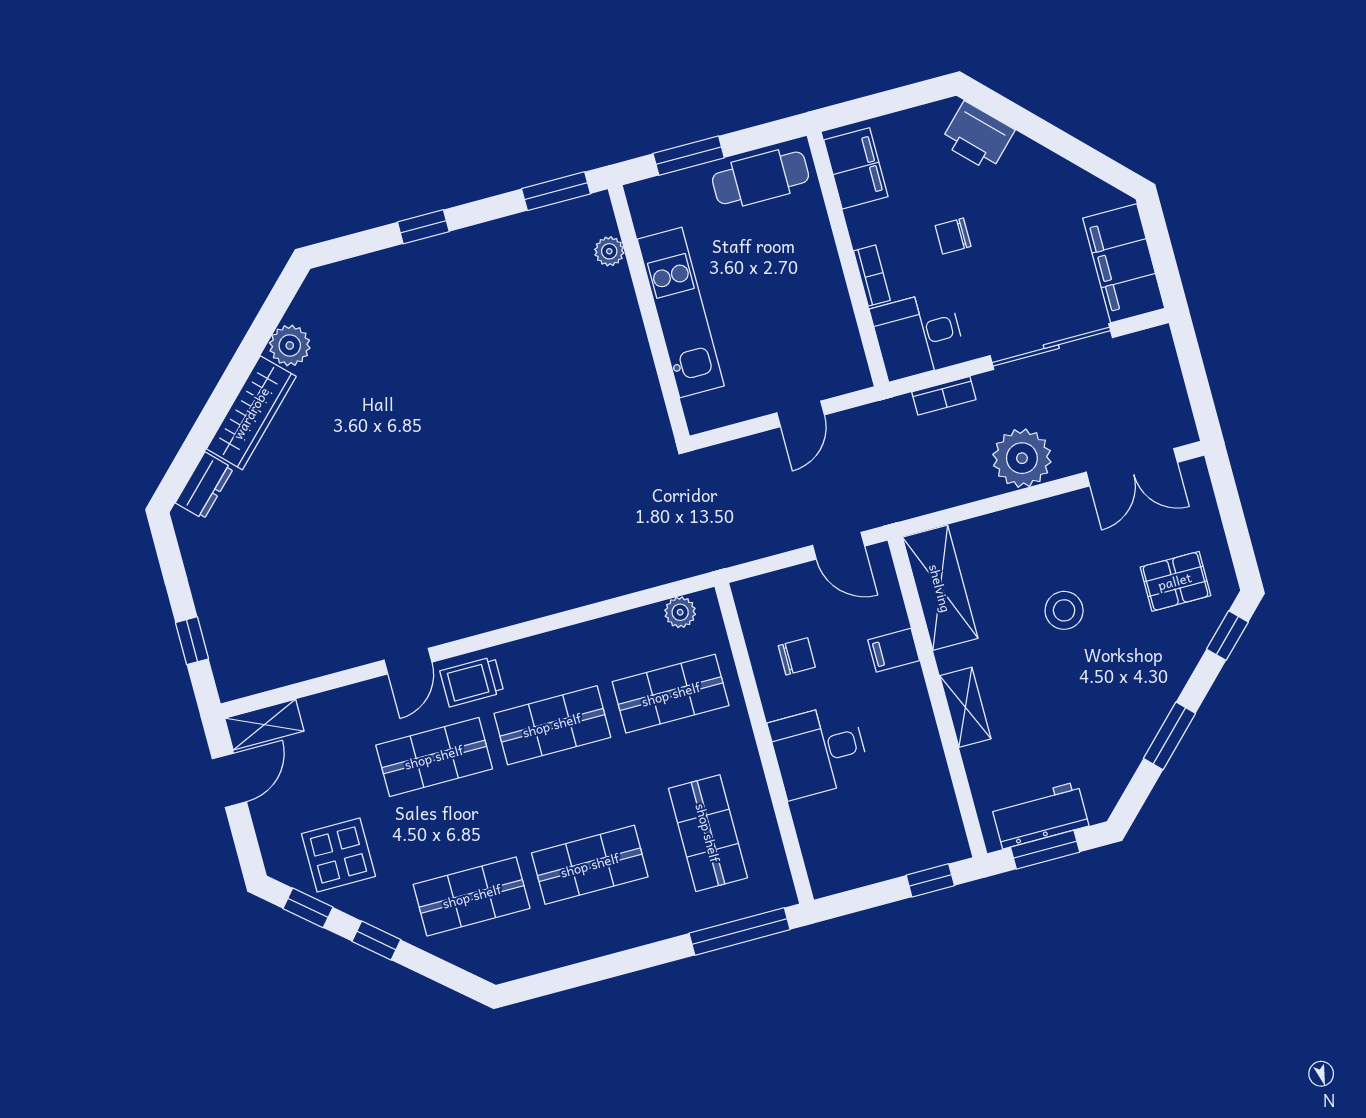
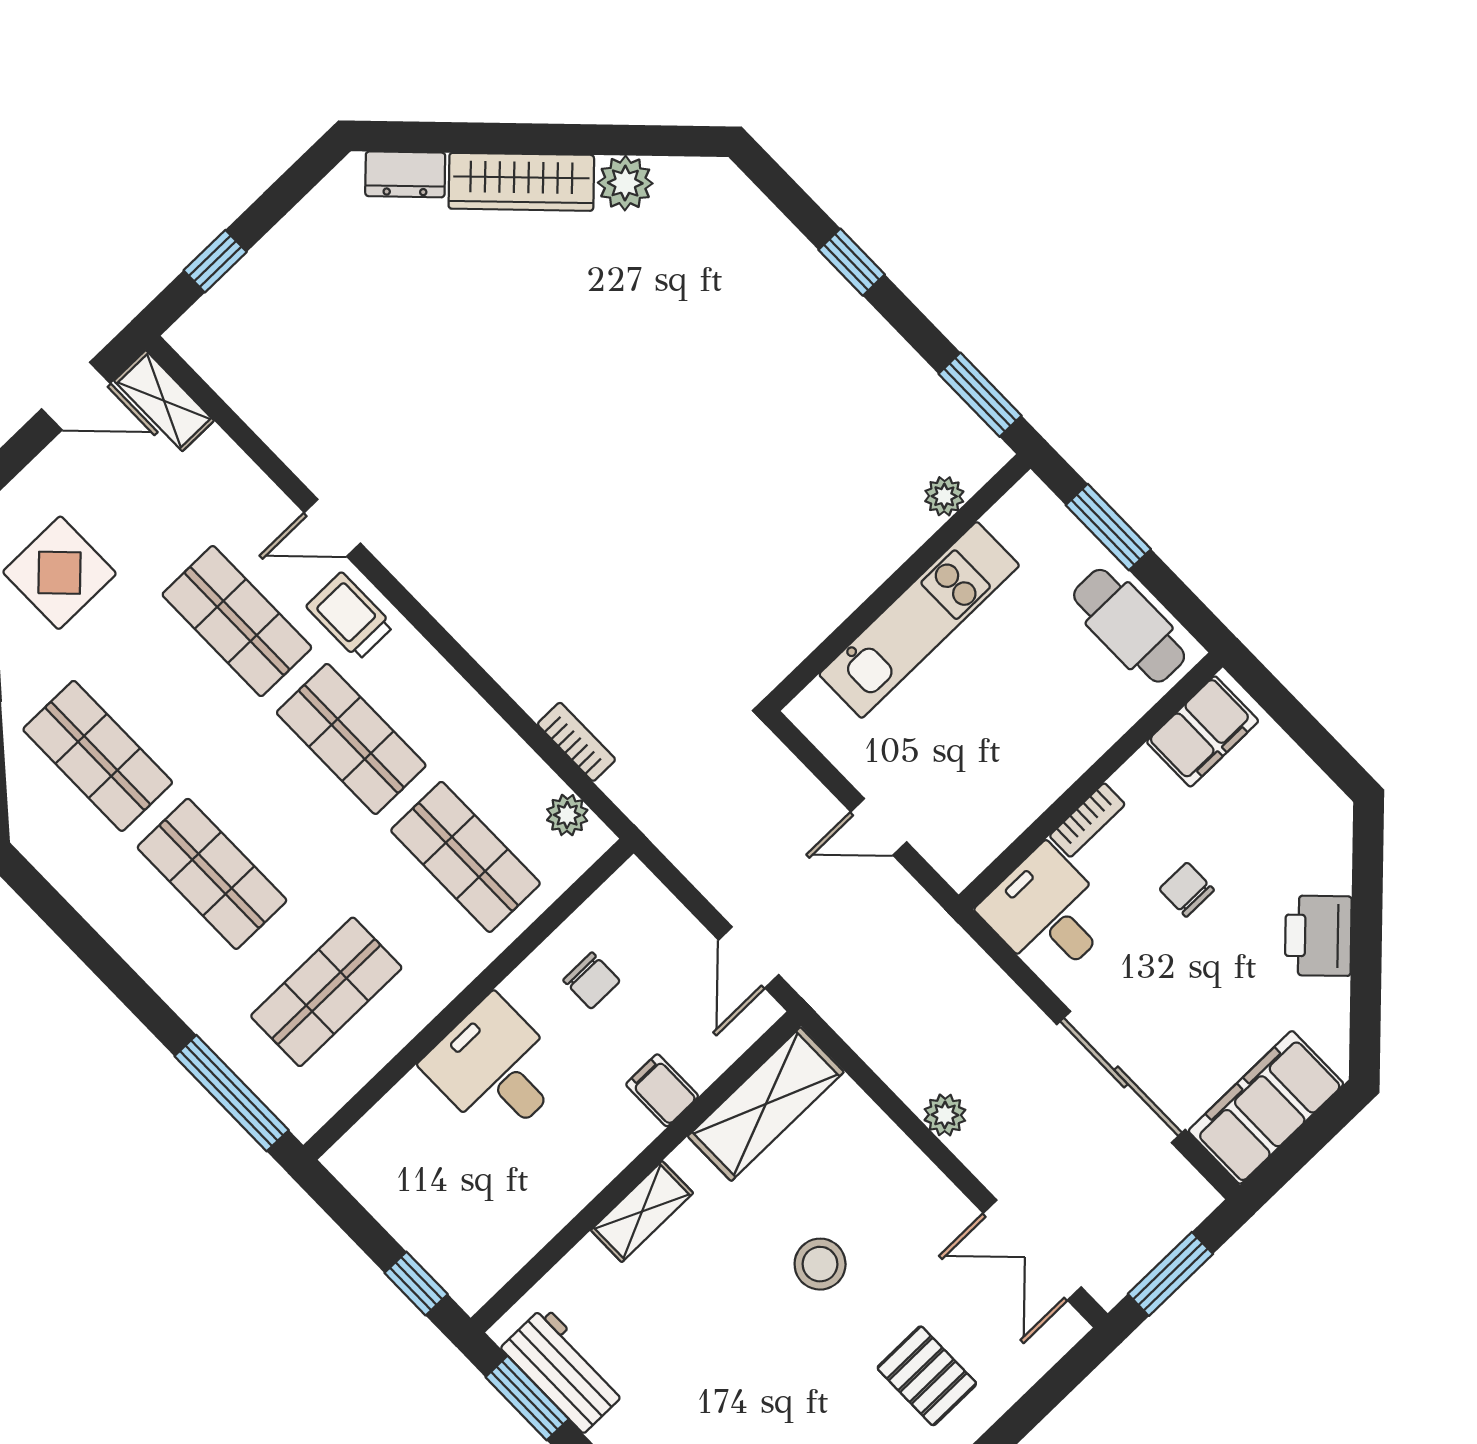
printer: (978, 136) -> (1318, 936), moved
window: (1197, 386) -> (1170, 1274), added
bookcase: (944, 396) -> (576, 742), moved, turned 180
plant: (1022, 458) -> (945, 1115), width x0.53, depth x0.53

